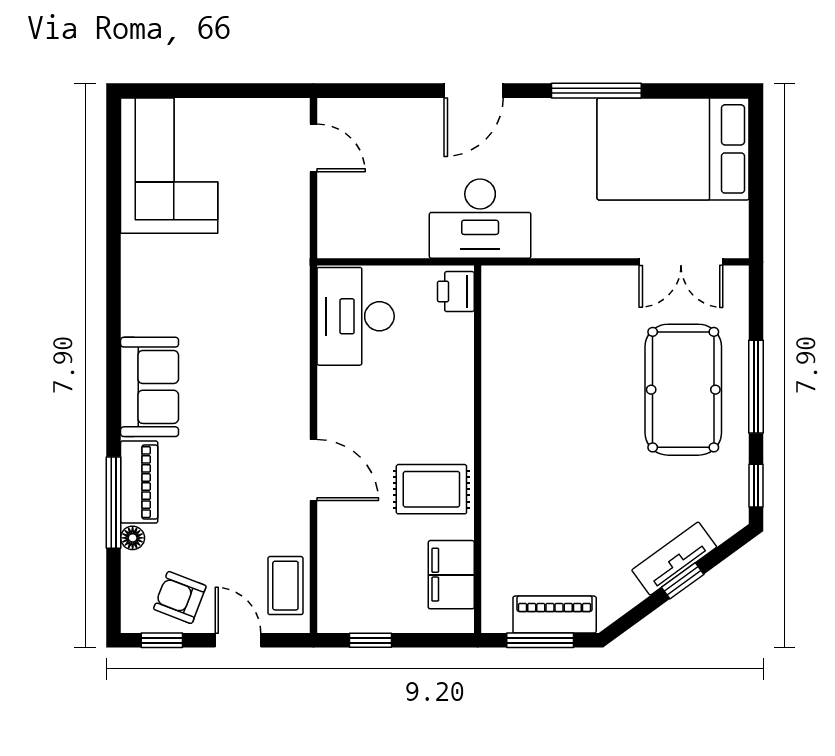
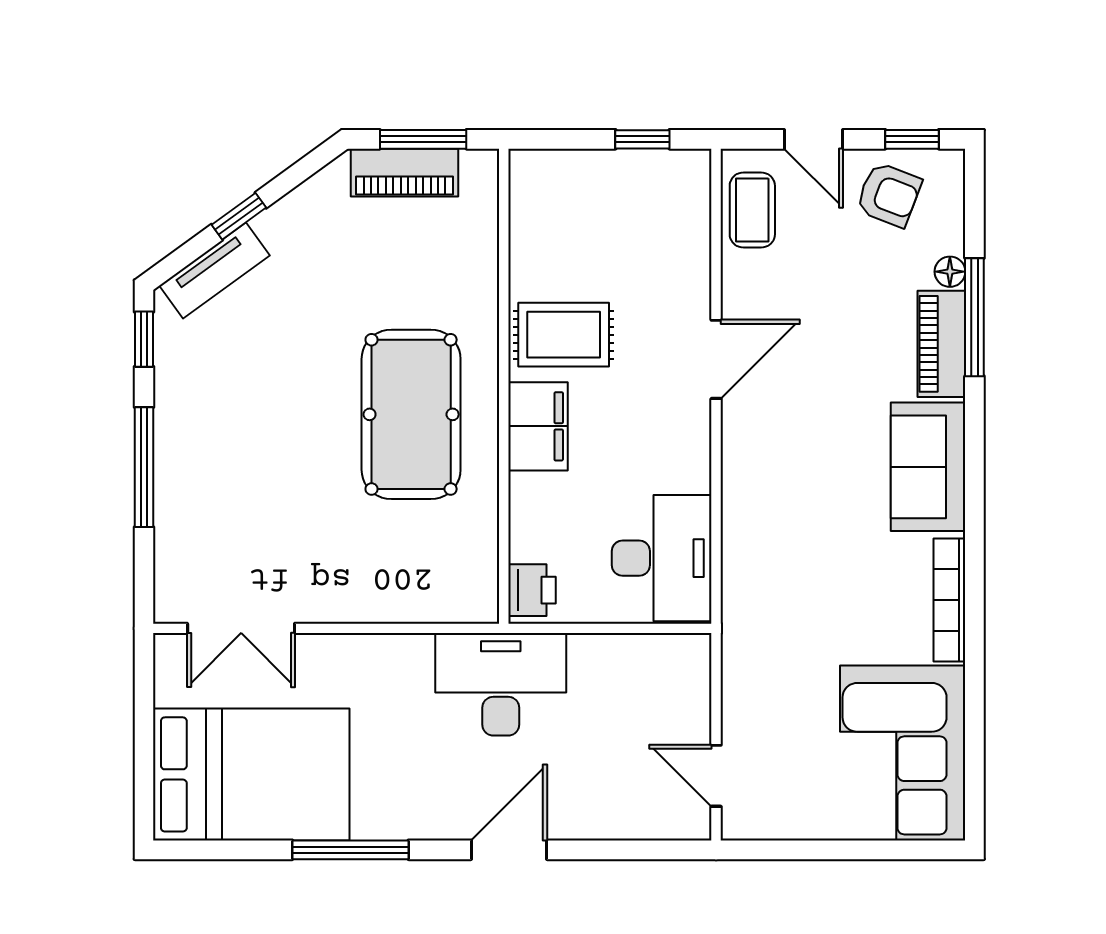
double door: (681, 262) -> (241, 628), swing flipped
bookcase: (133, 284) -> (949, 600), added
pool table: (683, 390) -> (411, 414), moved
door: (313, 470) -> (716, 359), swing flipped
tv unit: (674, 559) -> (215, 271), moved
filing cabinet: (451, 575) -> (538, 426), moved

